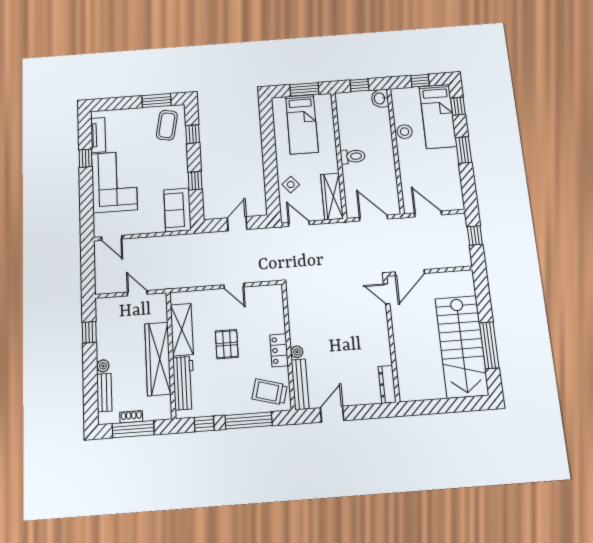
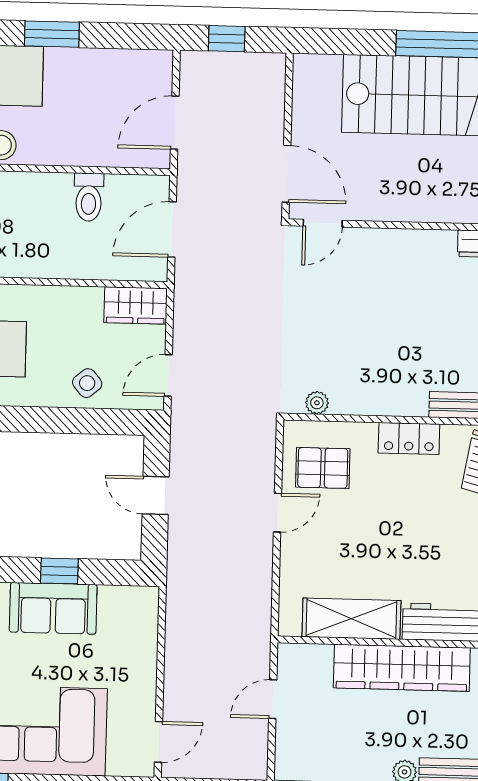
toilet: (353, 156) -> (89, 197), moved, turned 180
wardrobe: (332, 197) -> (136, 305), width x0.67
sofa: (177, 210) -> (53, 608), moved
pallet: (227, 344) -> (323, 468), moved
plant: (297, 352) -> (317, 403), moved

